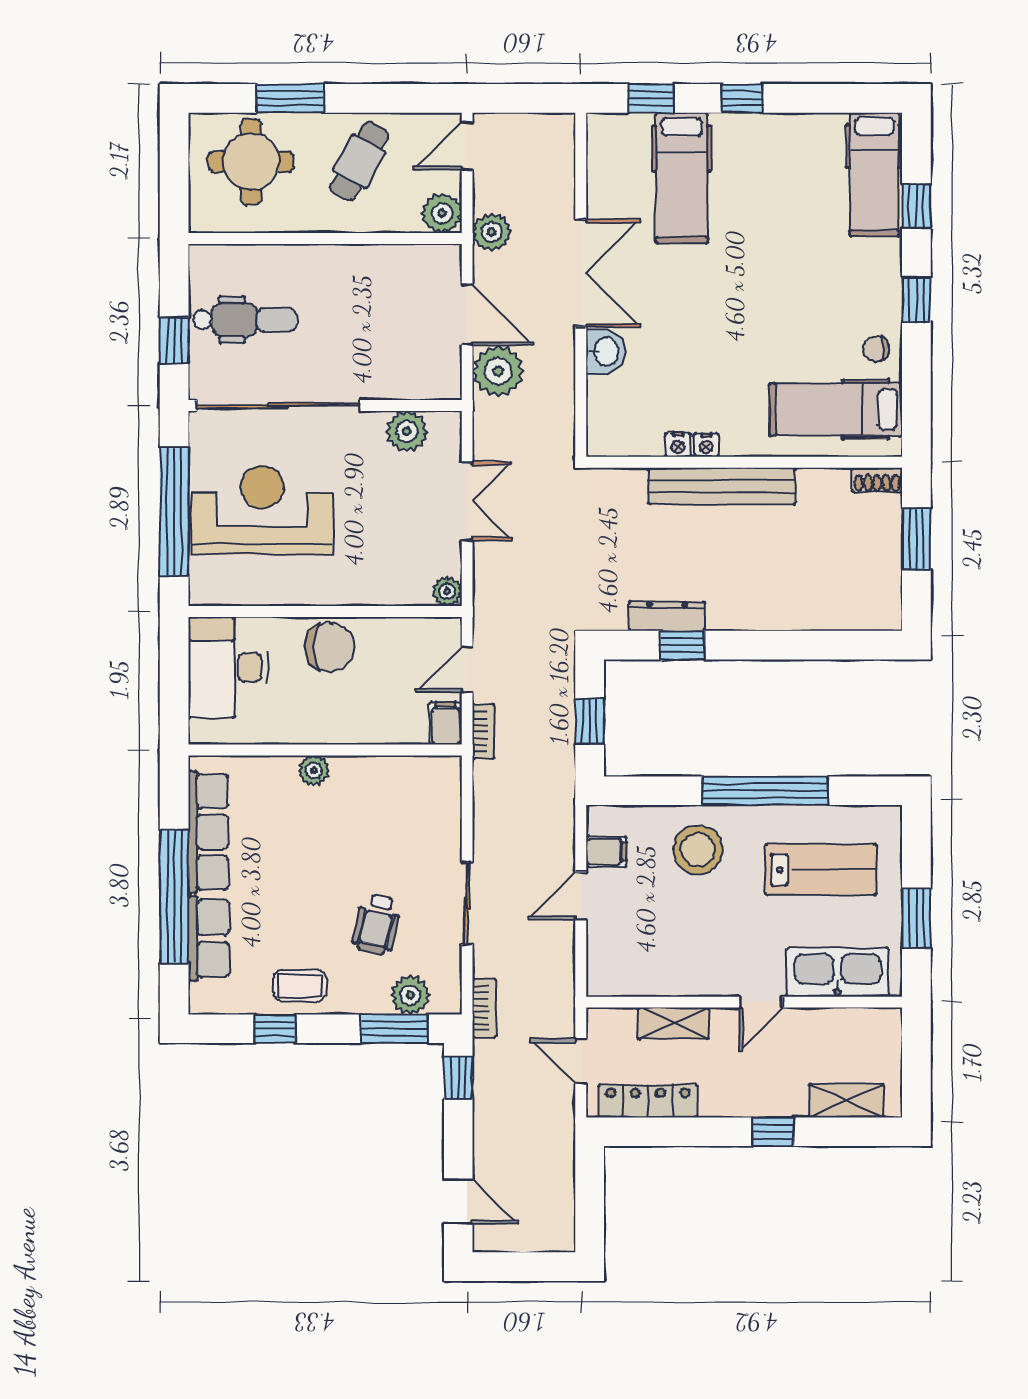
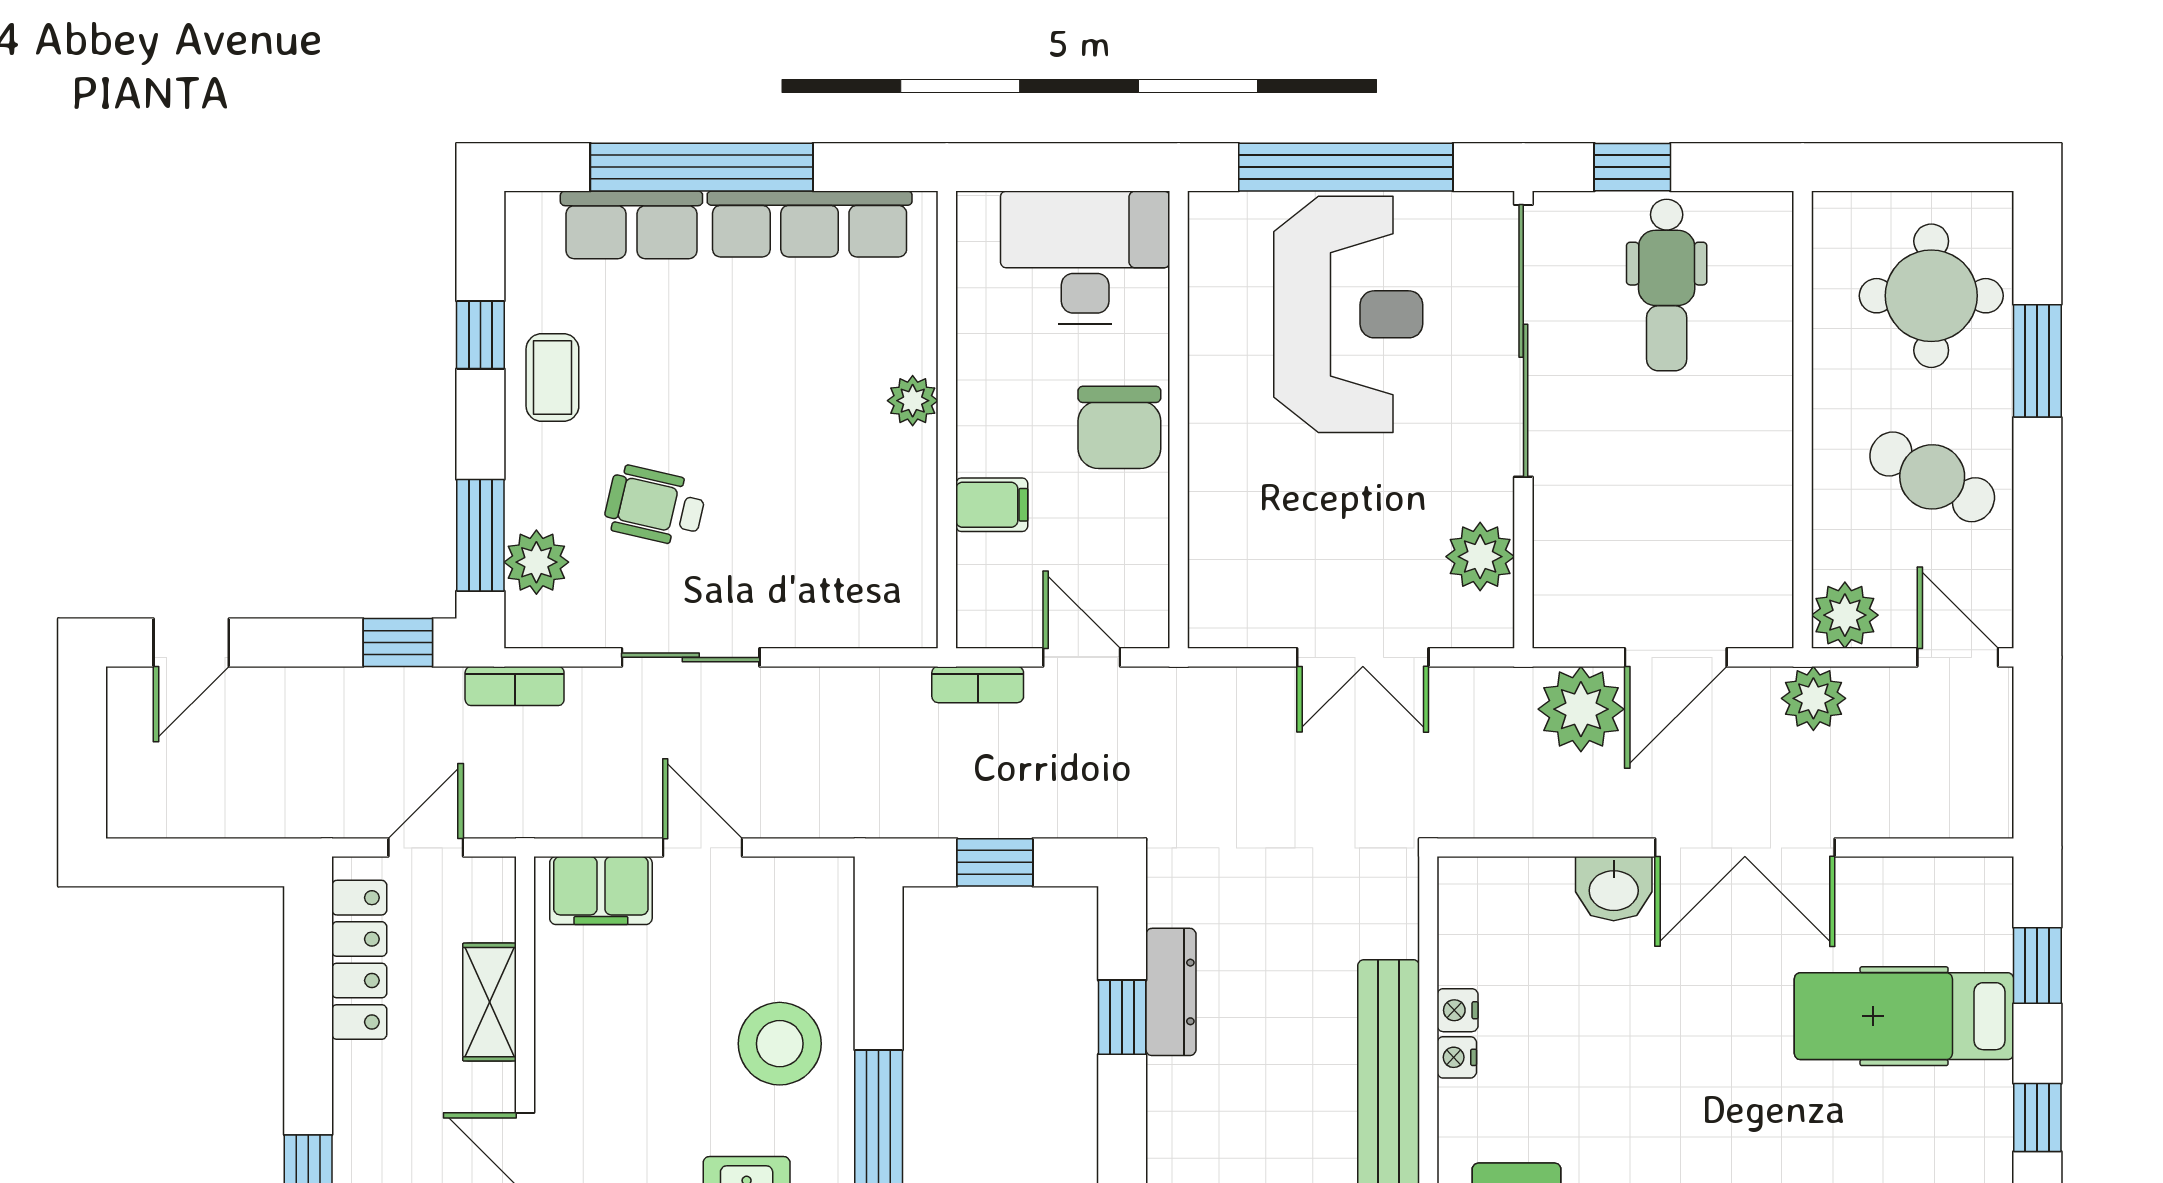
plant: (447, 591) -> (1212, 624), removed
filing cabinet: (446, 723) -> (992, 505), moved
filing cabinet: (606, 851) -> (601, 891), moved, width x2.00

